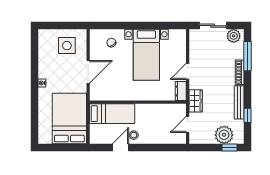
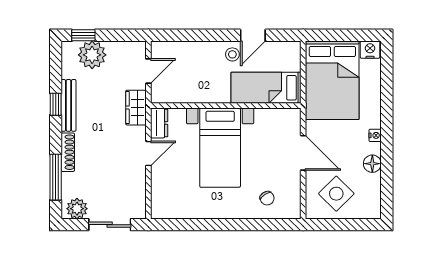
side table: (67, 46) -> (336, 194), turned 45
bed with nightstands: (146, 55) -> (220, 148), moved, turned 180
floor lamp: (44, 65) -> (372, 164), added
door: (88, 72) -> (303, 153), swing flipped
window: (247, 115) -> (56, 104), moved
nightstand: (45, 138) -> (370, 50), added

